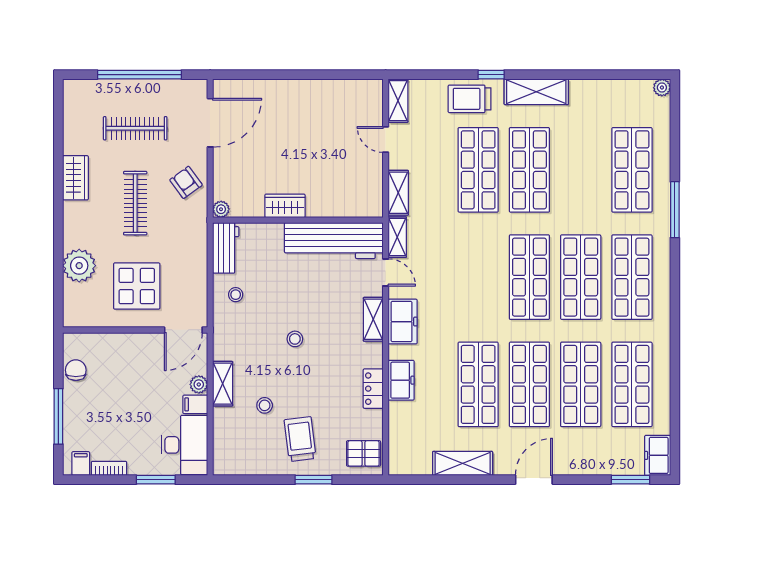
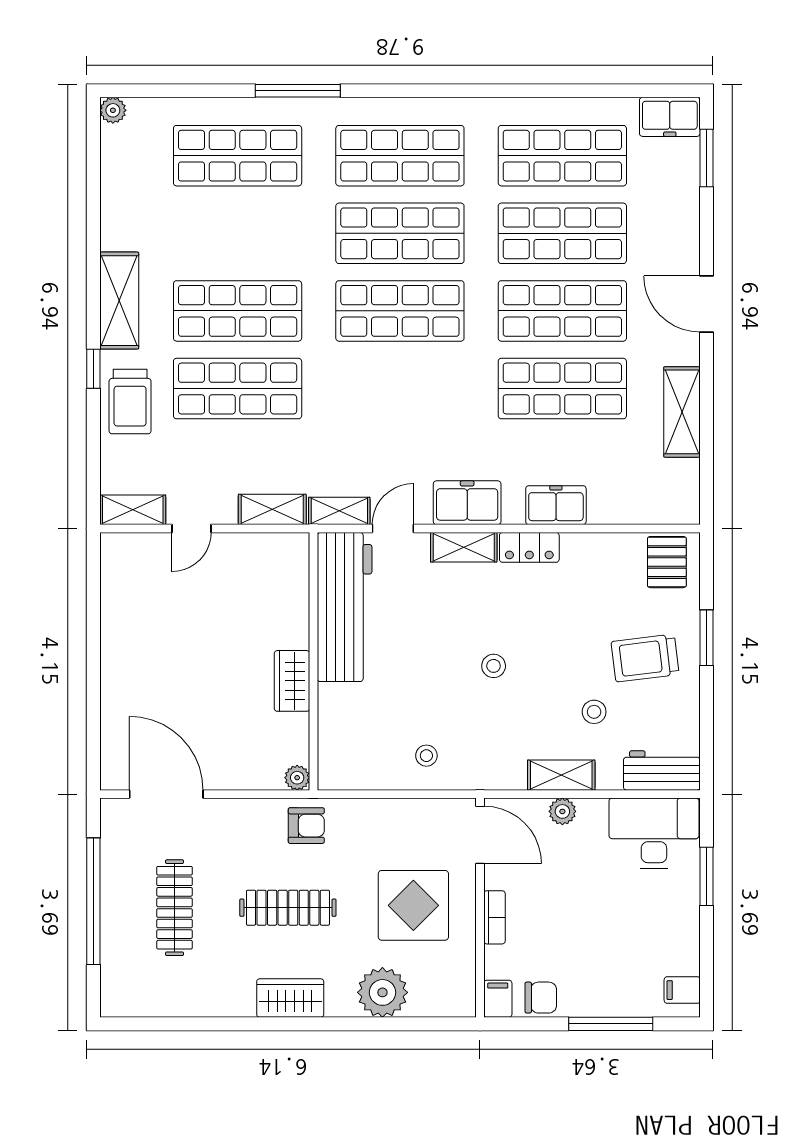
wardrobe: (75, 178) -> (290, 998), moved
armchair: (186, 182) -> (306, 826), moved, turned -144
workbench: (226, 248) -> (662, 770), moved
chair: (76, 370) -> (541, 998), turned 180
locker: (373, 389) -> (529, 547), moved
filing cabinet: (195, 404) -> (498, 999), moved, turned 180
bookcase: (109, 468) -> (494, 917), moved, turned 180

